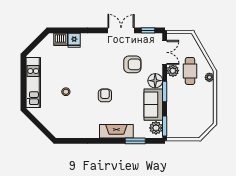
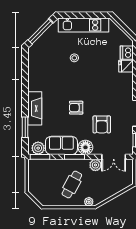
cafe table: (190, 71) -> (72, 185), moved, turned -62
armchair: (105, 95) -> (76, 108), moved, turned 180
window: (40, 126) -> (40, 31), added

